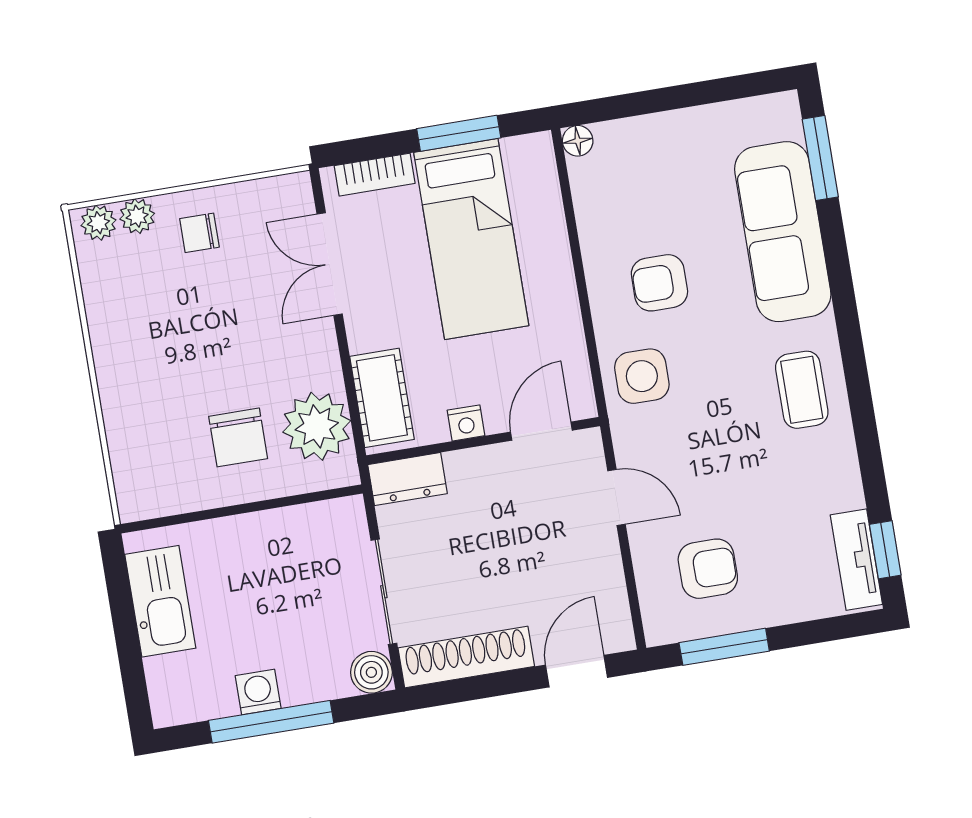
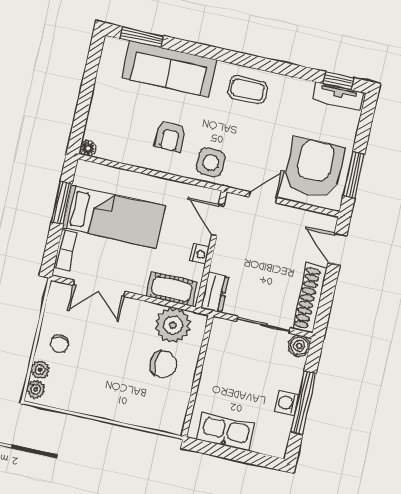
armchair: (708, 569) -> (314, 168), width x1.88, depth x1.88

